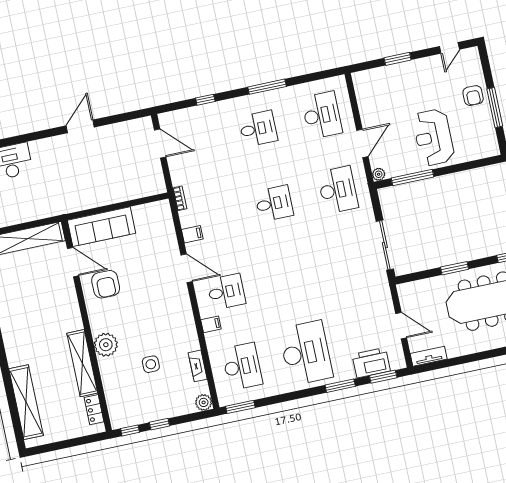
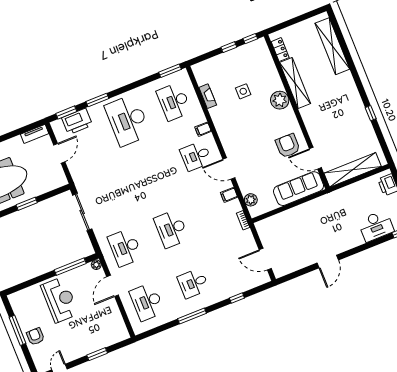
desk: (274, 203) -> (171, 229), width x1.37
door: (401, 326) -> (59, 153), swing flipped
plant: (204, 402) -> (251, 200), moved

